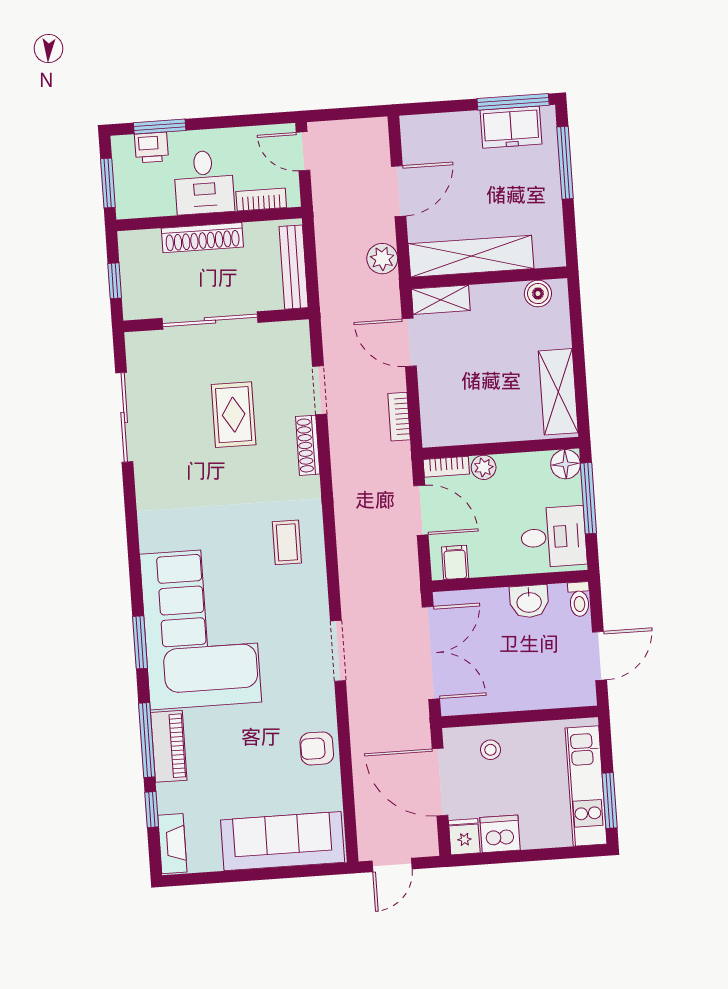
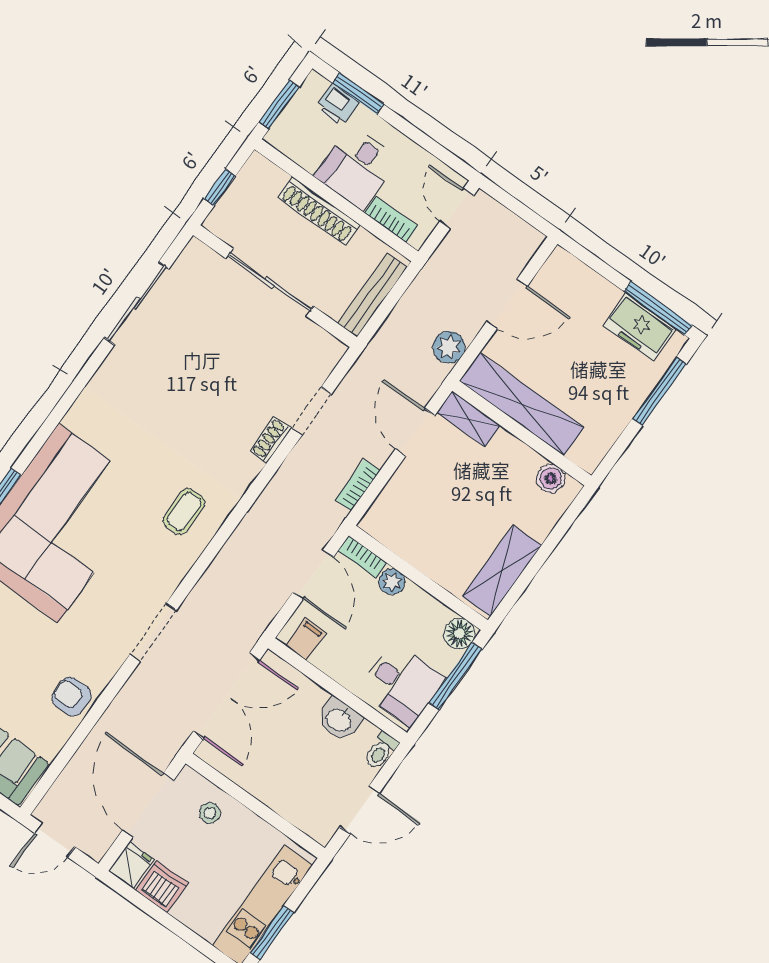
rug: (234, 415) -> (226, 374), removed
shoe rack: (308, 445) -> (271, 440), width x0.70

